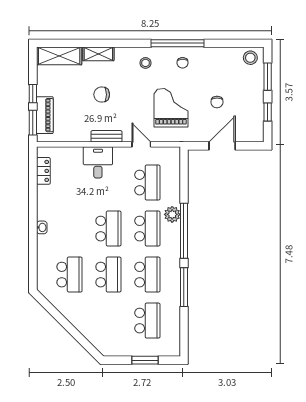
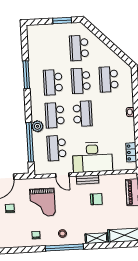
window: (177, 43) -> (64, 248), moved
chair: (102, 95) -> (96, 199), moved
desk: (98, 162) -> (92, 157), width x1.87, depth x1.30
school desk: (108, 229) -> (83, 114), turned 180
window: (184, 231) -> (30, 142), moved
school desk: (147, 321) -> (79, 48), moved
window: (145, 360) -> (62, 20), moved

